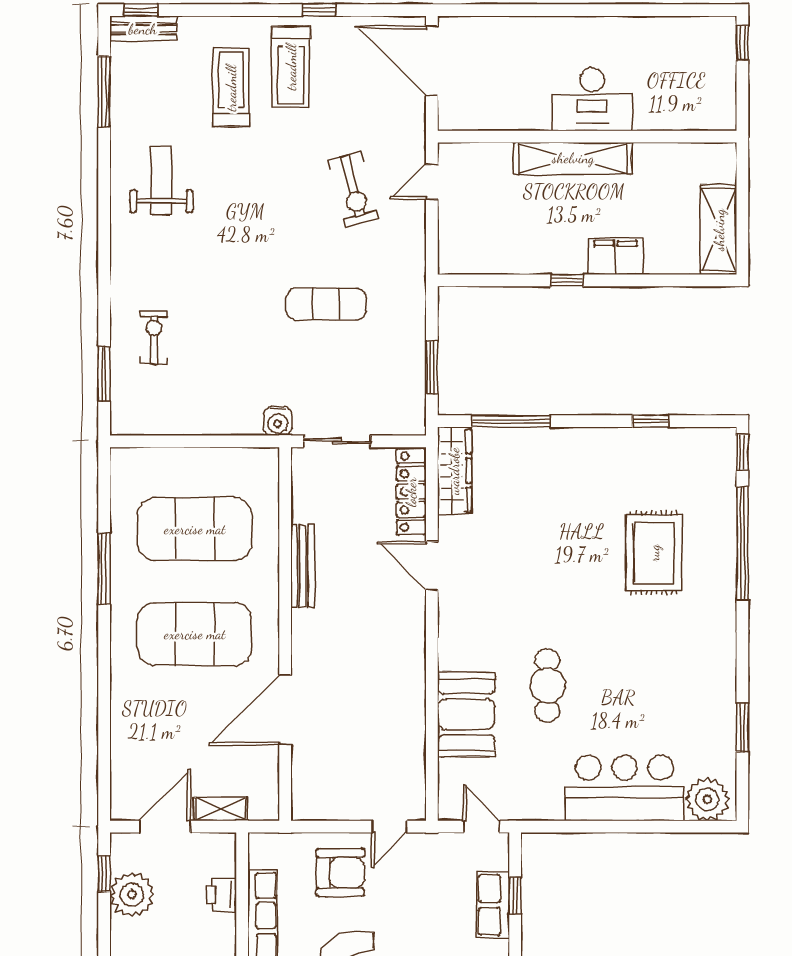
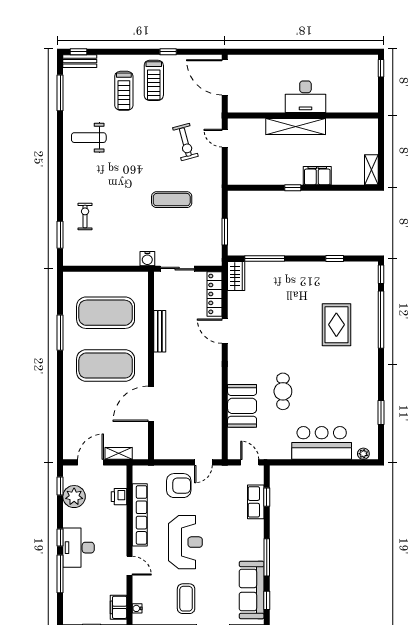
treadmill: (231, 88) -> (124, 91), turned 180
weight bench: (161, 181) -> (89, 138), turned -90
door: (432, 182) -> (225, 138), hinge flipped
shelving: (719, 230) -> (371, 170), width x0.67, depth x0.75
wardrobe: (454, 471) -> (236, 276), width x0.67
plant: (707, 799) -> (363, 454), width x0.53, depth x0.53

